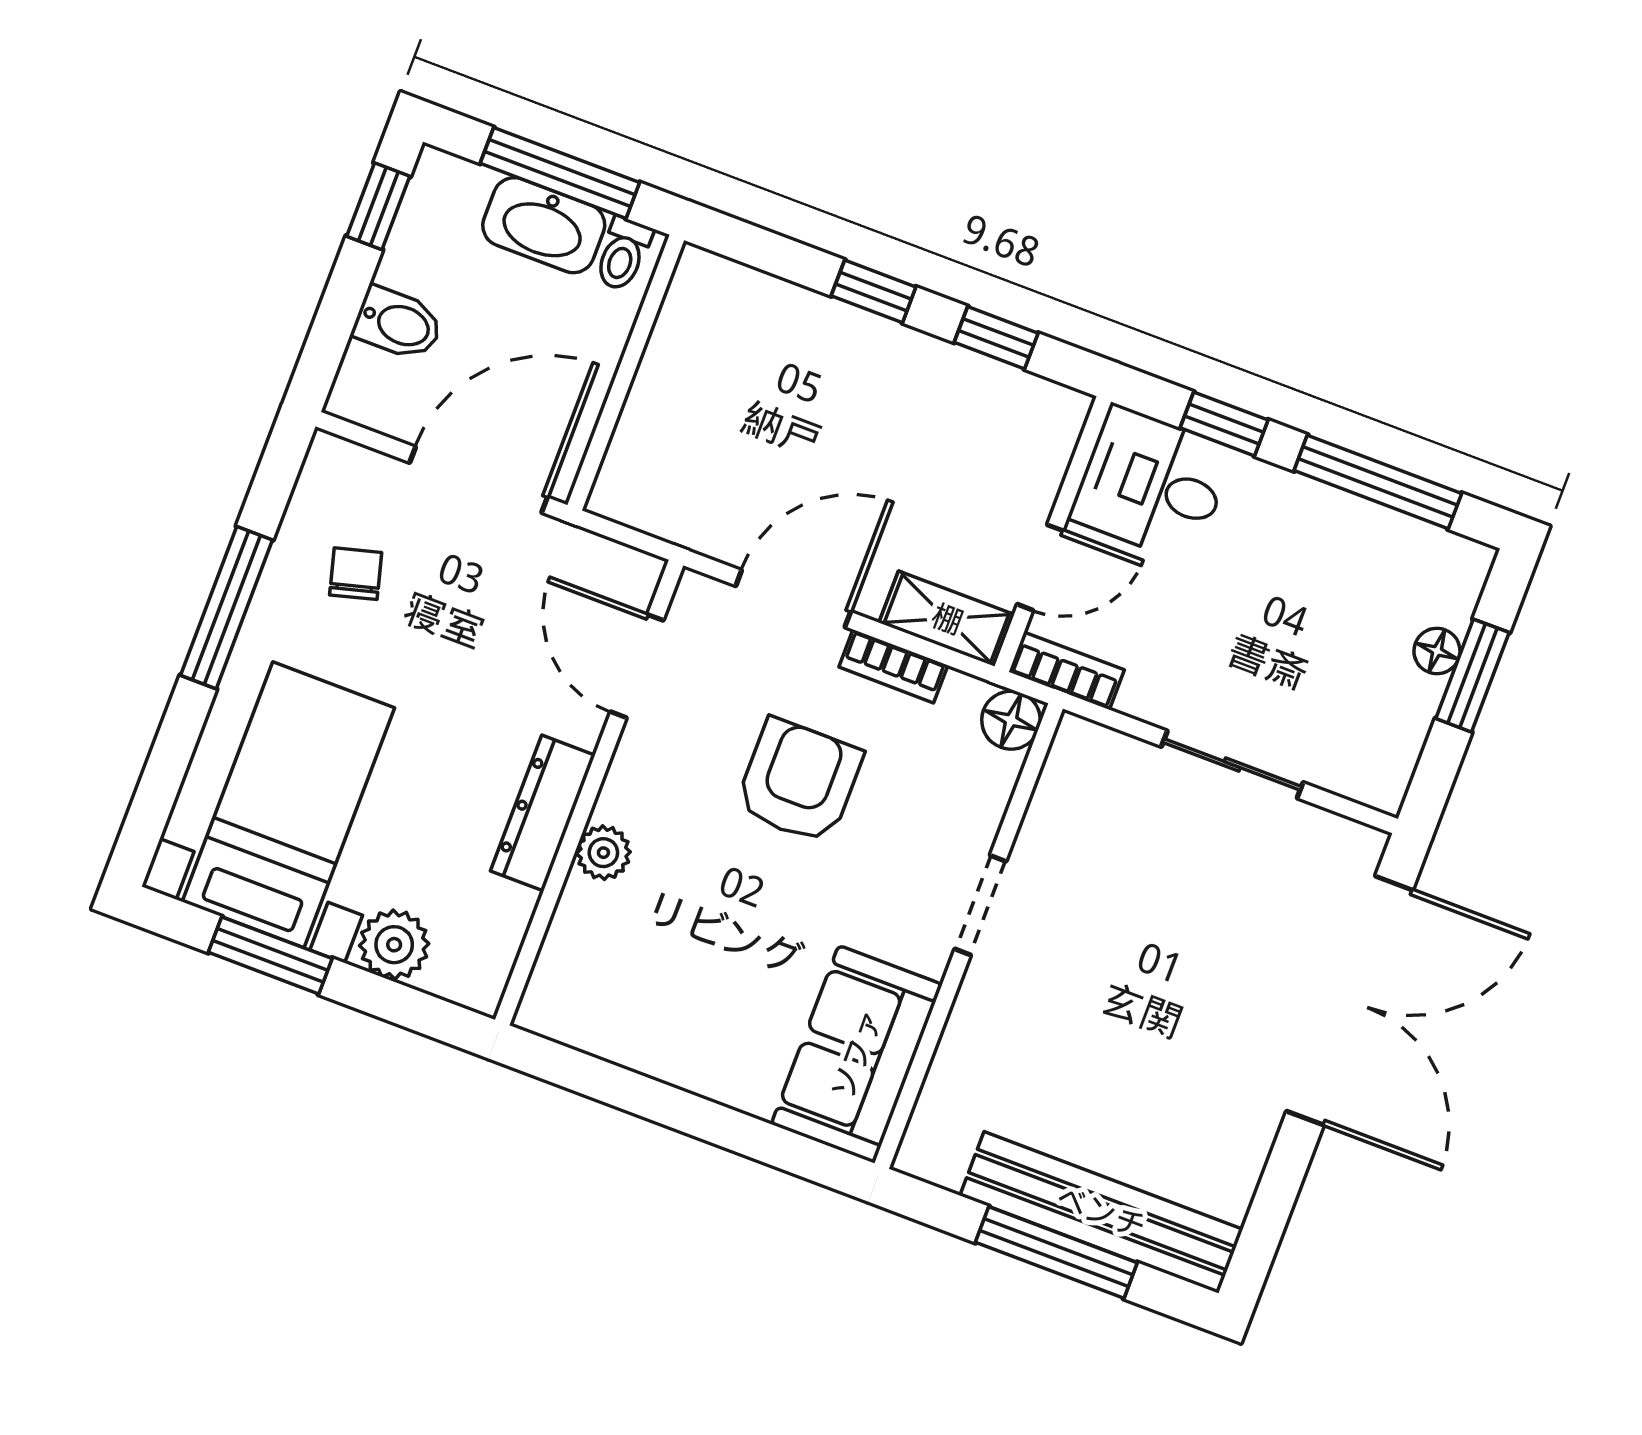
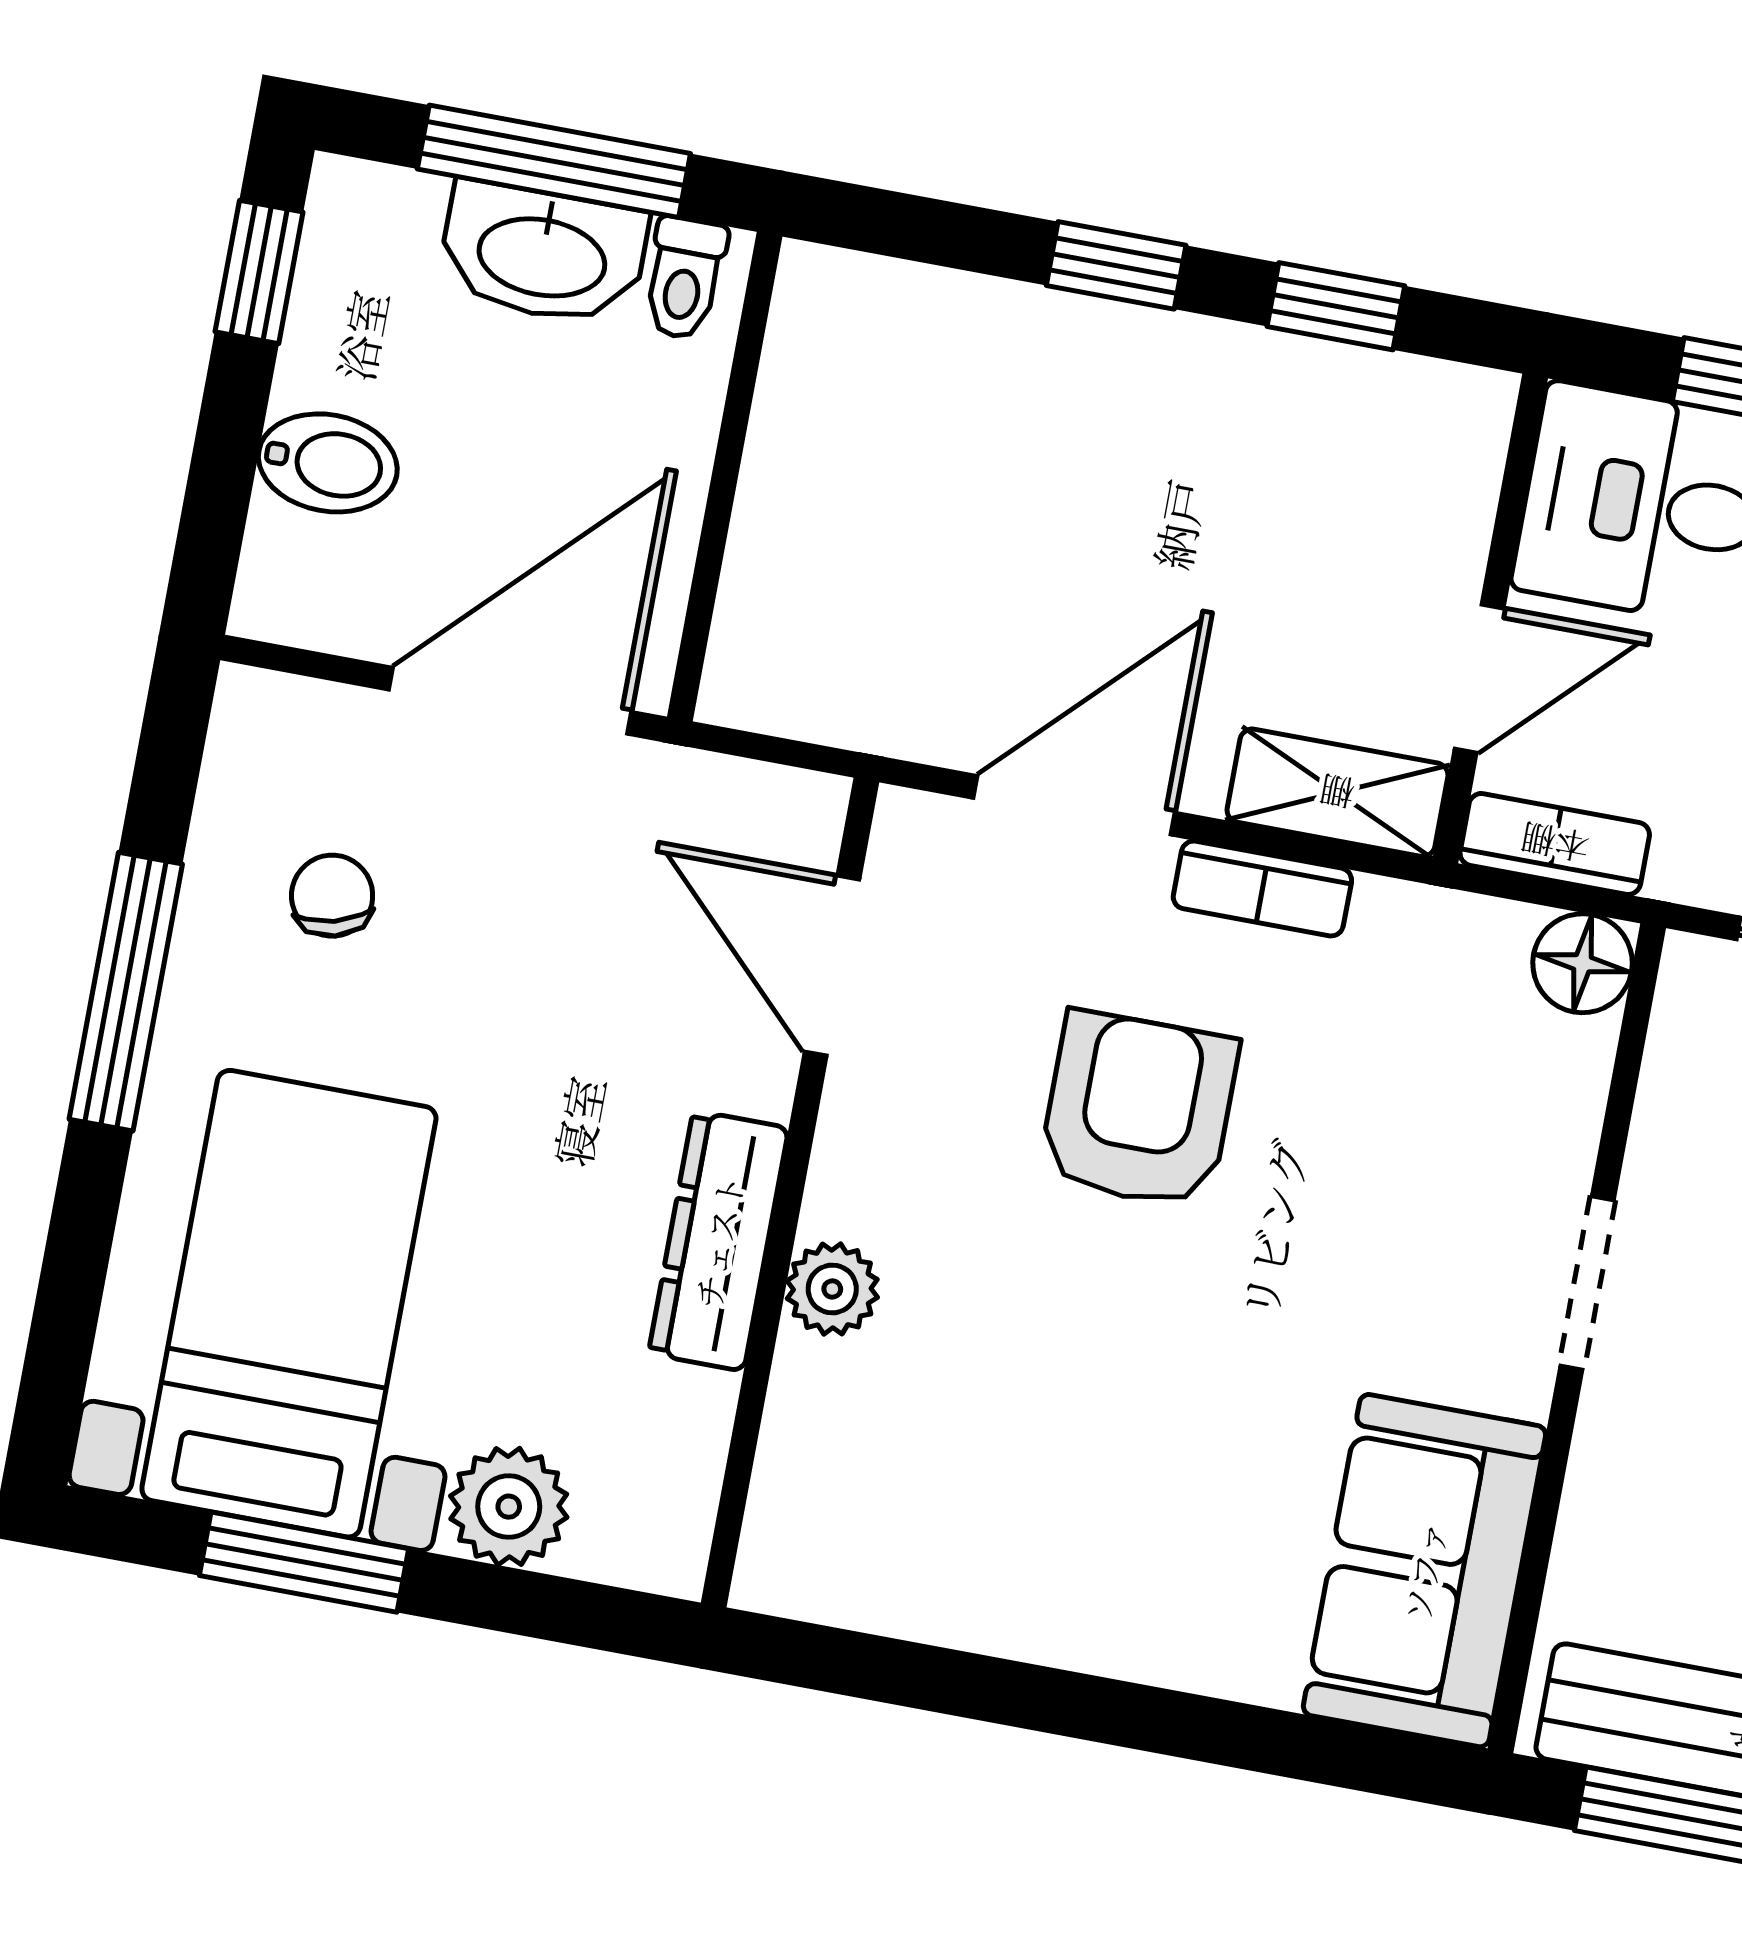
floor lamp: (1011, 720) -> (1583, 963), moved
doorway: (980, 905) -> (1587, 1283), moved
wall: (969, 936) -> (1577, 1338), moved
sofa: (857, 1054) -> (1424, 1571), moved

